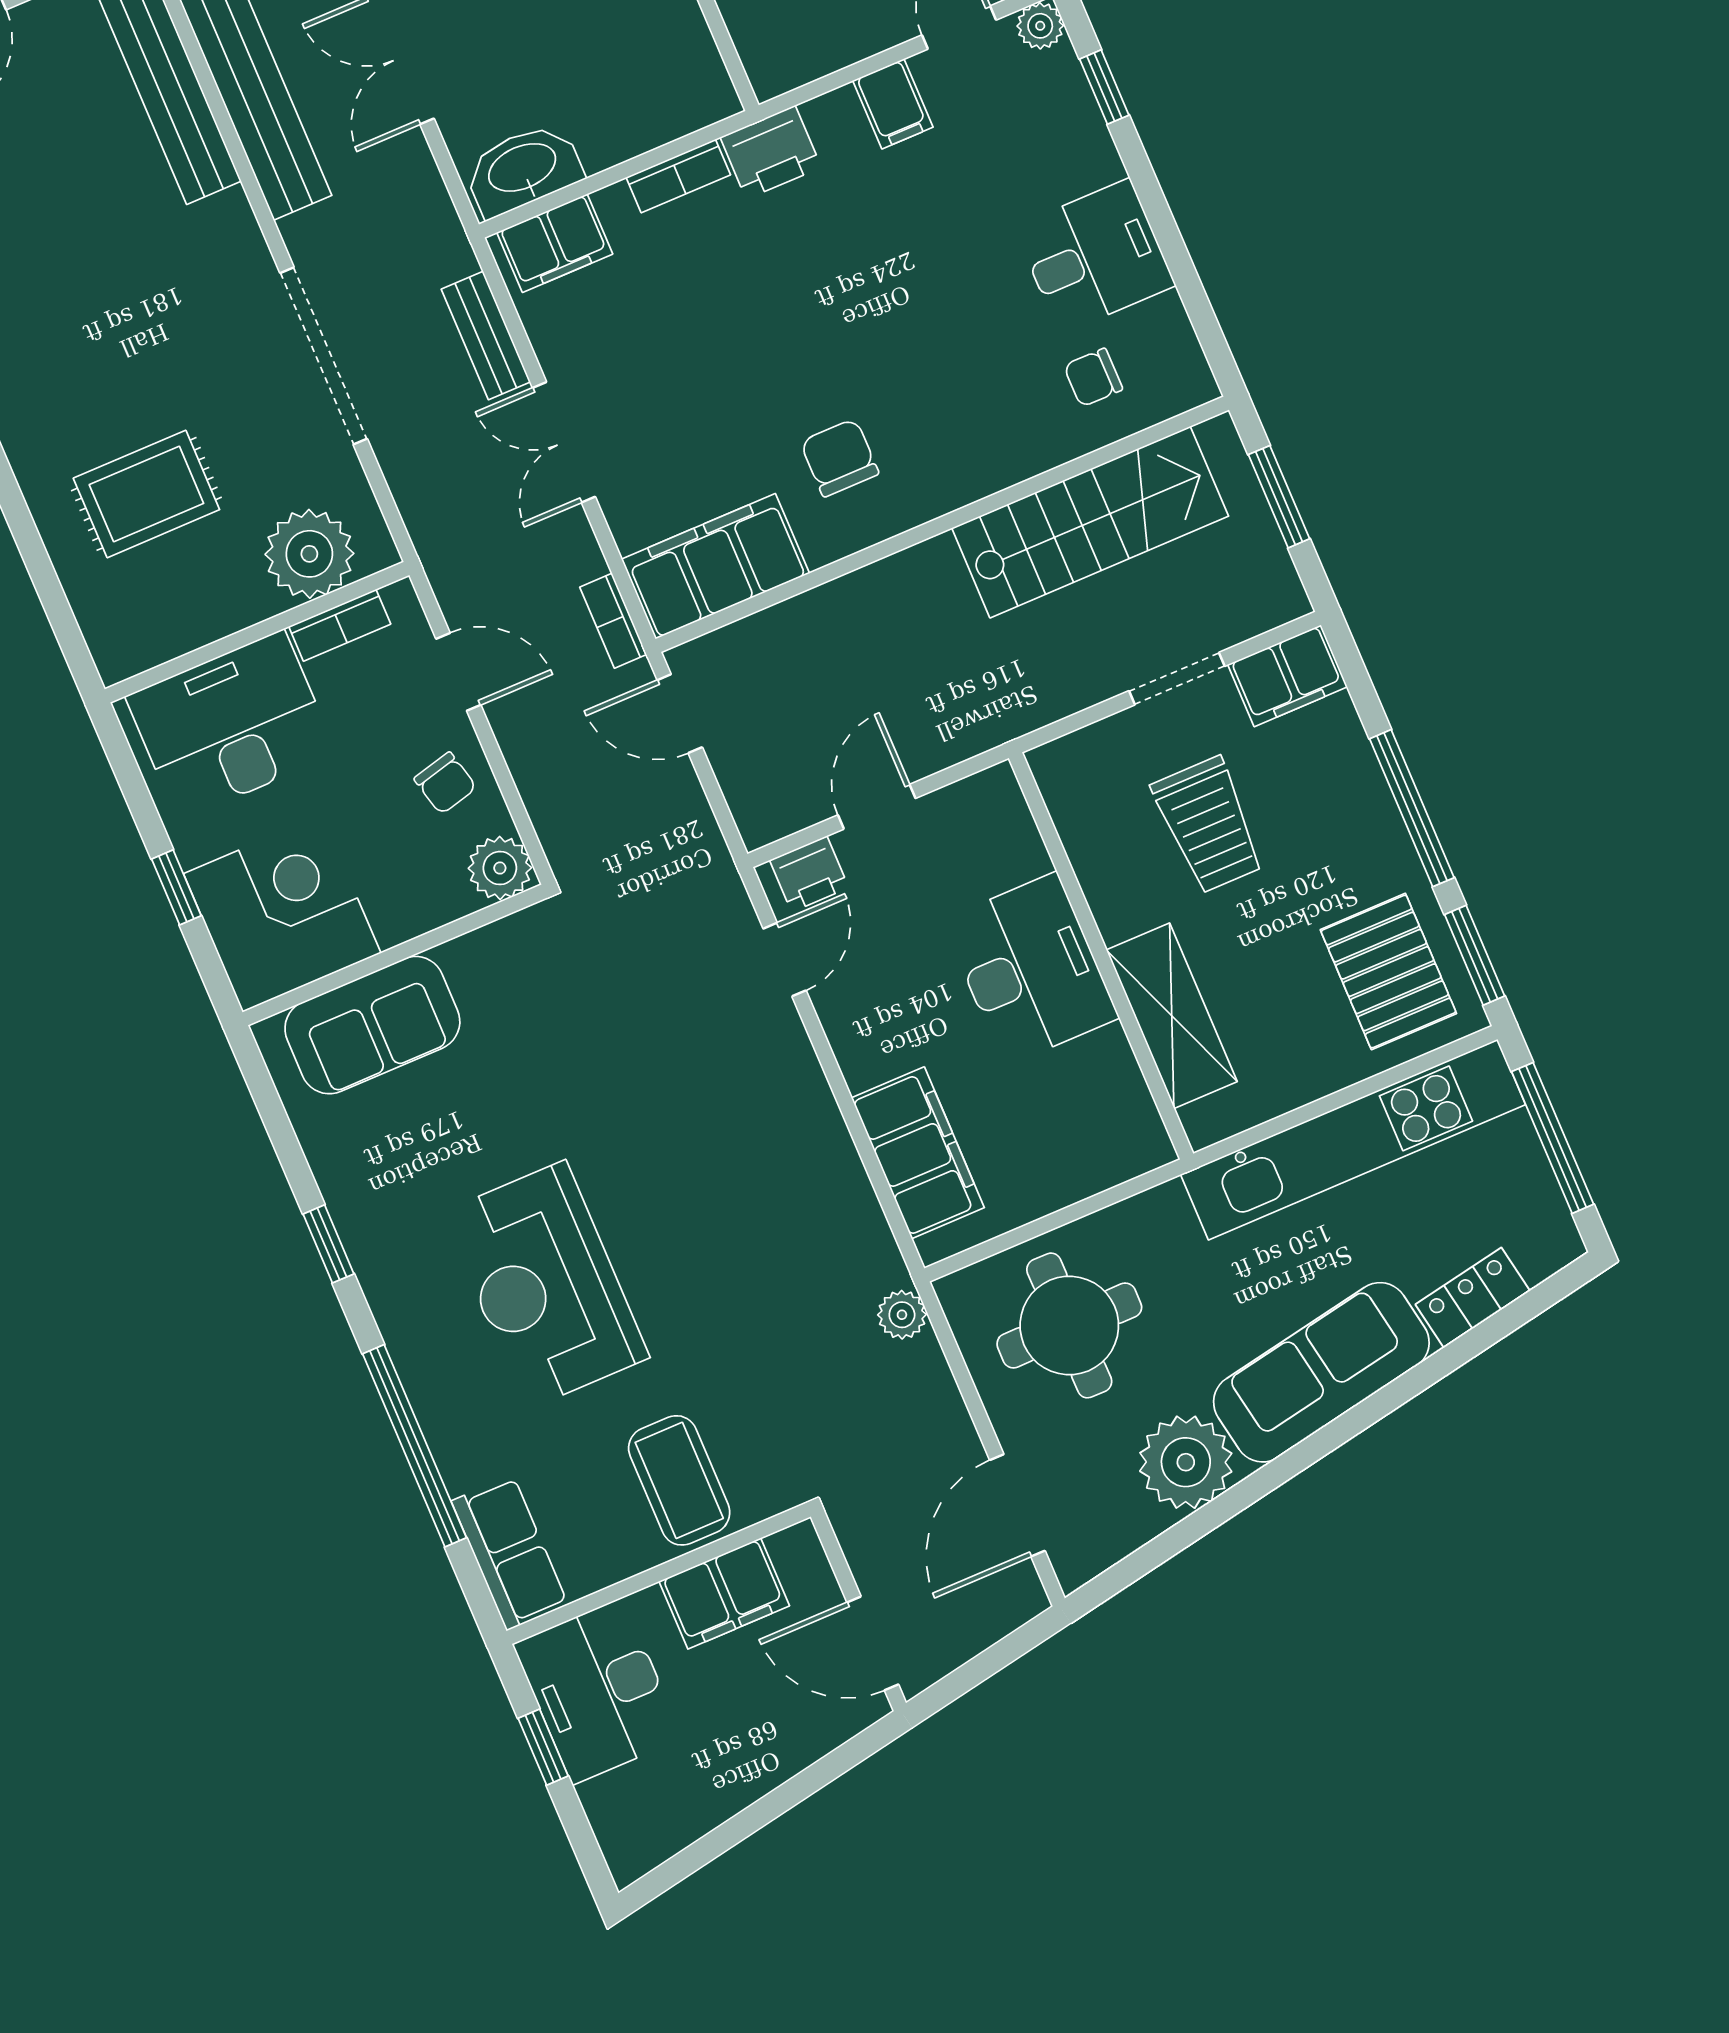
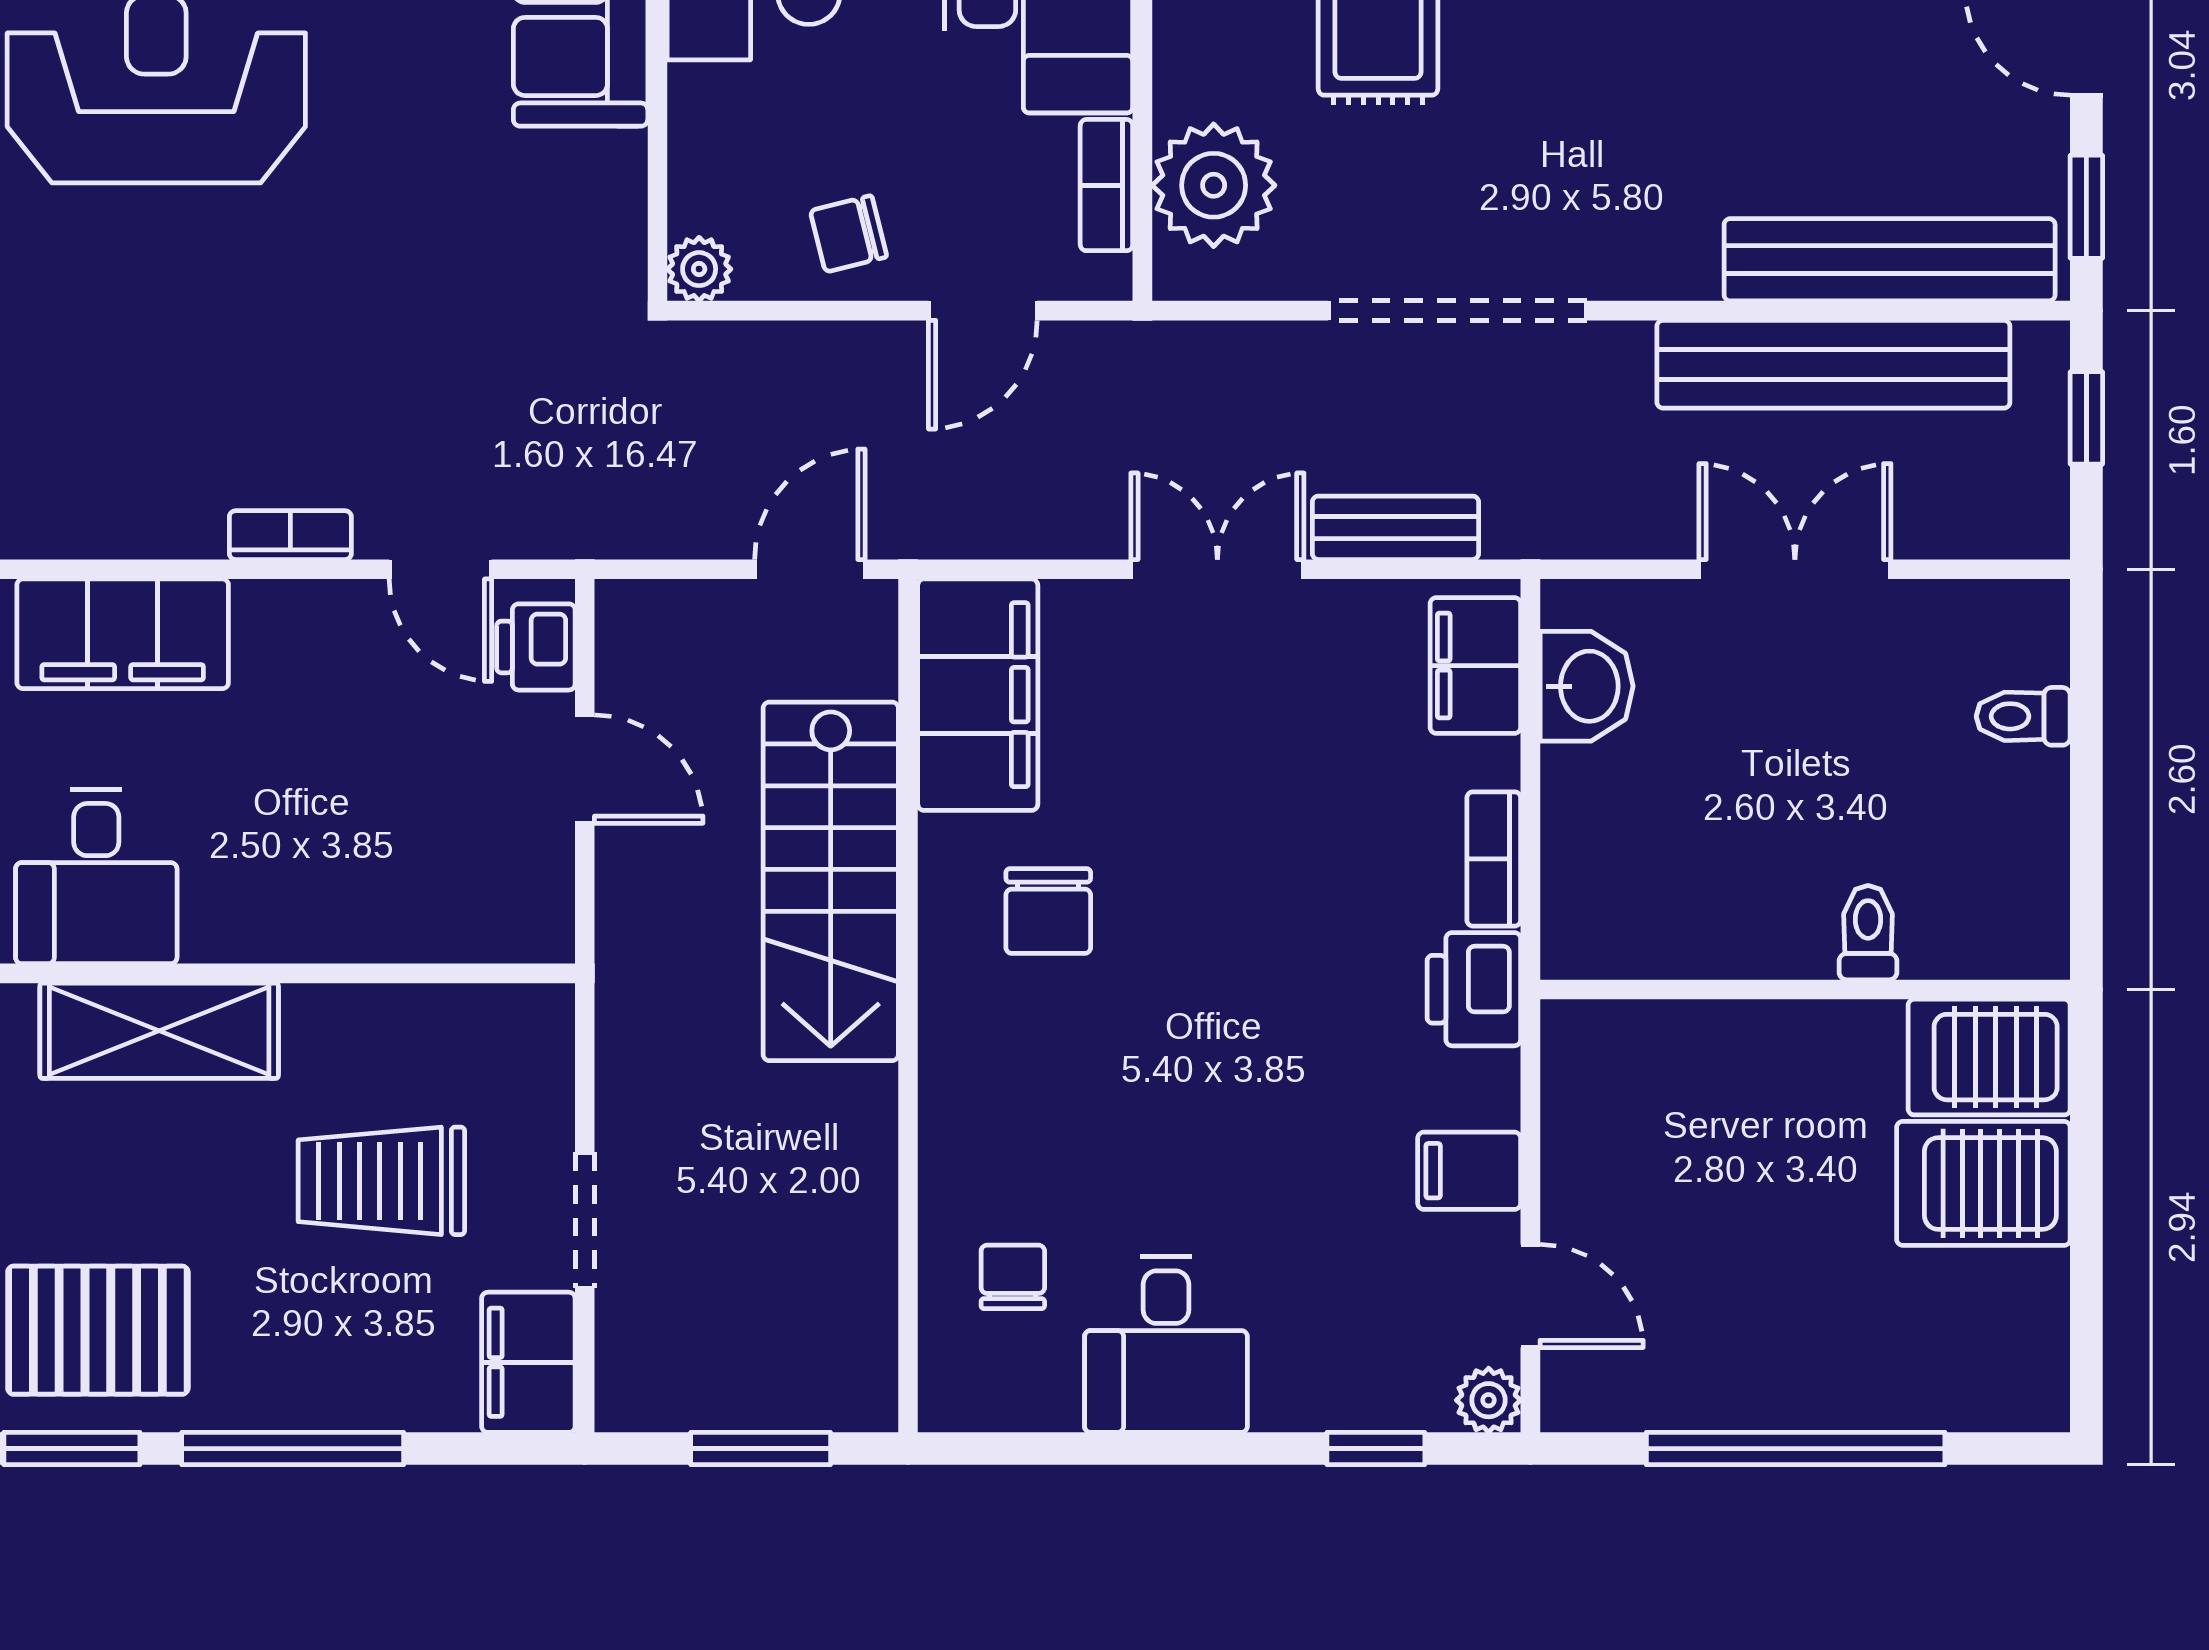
washbasin: (523, 169) -> (1587, 686), width x0.72
chair: (840, 458) -> (1048, 911), turned 90
stairs: (1090, 522) -> (831, 881), moved
bookcase: (613, 621) -> (290, 535), moved
plant: (500, 868) -> (699, 269), width x0.73, depth x0.73
desk: (1031, 969) -> (96, 877), moved, width x0.73

